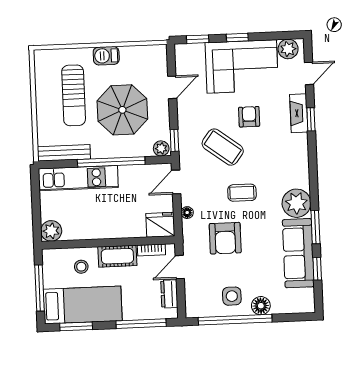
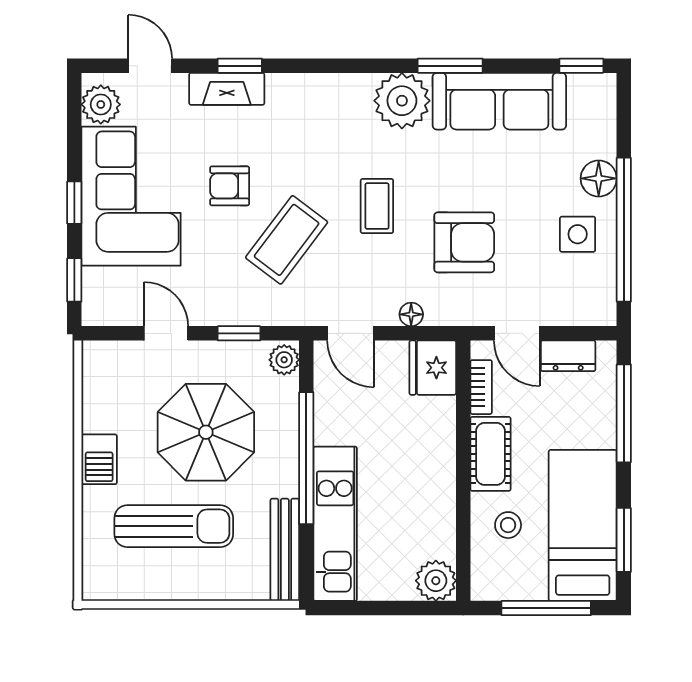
window: (174, 140) -> (239, 333), moved
window: (317, 269) -> (581, 66), moved

